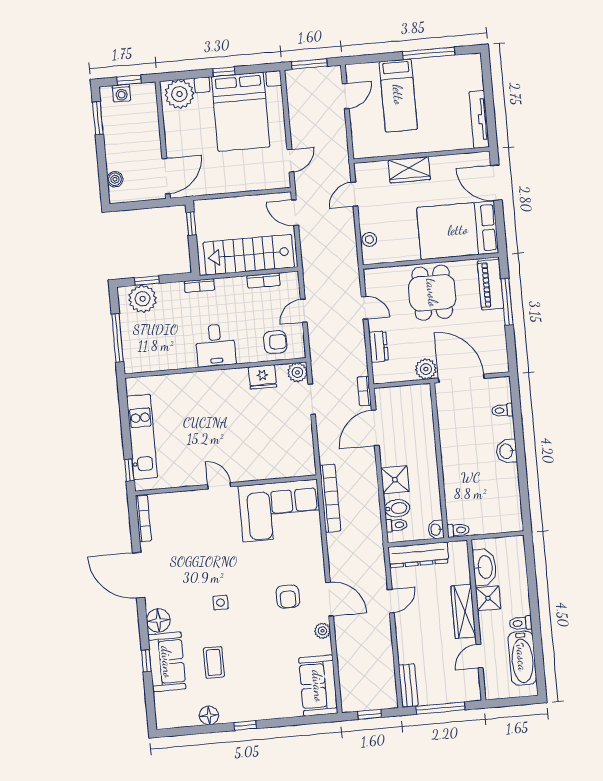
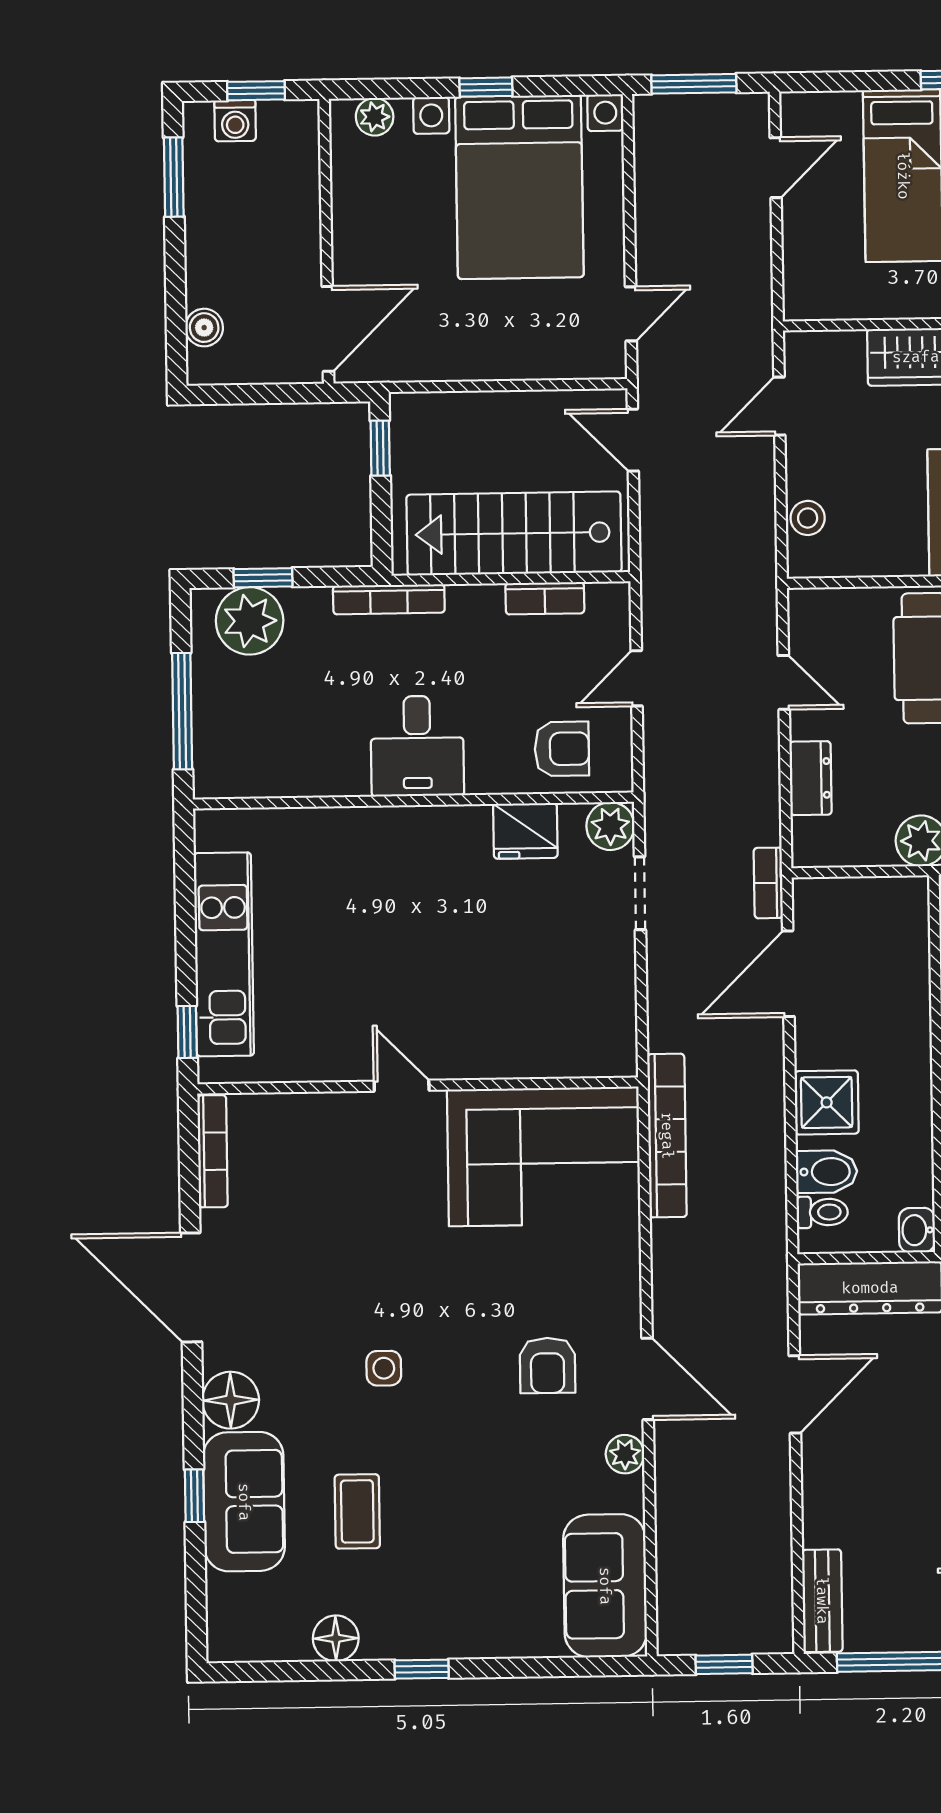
plant: (179, 94) -> (375, 117), width x0.53, depth x0.53
bookcase: (199, 286) -> (389, 599), width x1.56
door: (391, 601) -> (795, 1394), width x1.38

